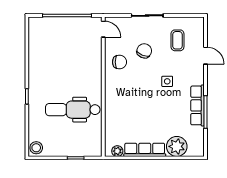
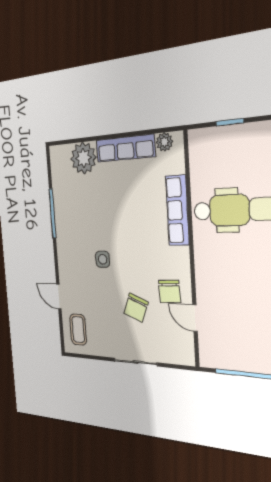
door: (103, 29) -> (195, 318), moved
coffee table: (177, 40) -> (78, 329), moved
chair: (119, 62) -> (169, 291), turned -92
row of seats: (198, 105) -> (177, 210), moved, turned 180

